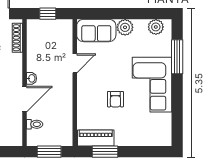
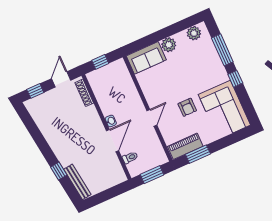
door: (75, 63) -> (152, 118), moved
corner sofa: (152, 85) -> (224, 110), moved
window: (177, 92) -> (235, 79), added

